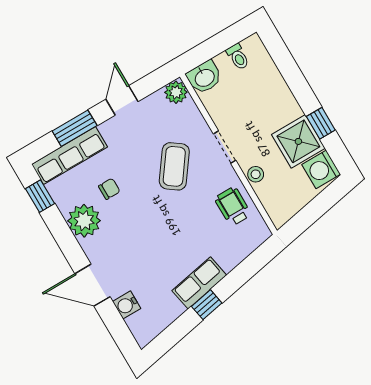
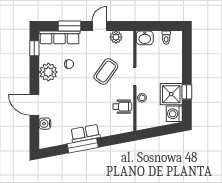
plant: (176, 92) -> (116, 37), moved
wheelchair: (233, 206) -> (122, 107), turned 90
window: (207, 305) -> (83, 146), width x2.17

